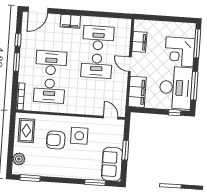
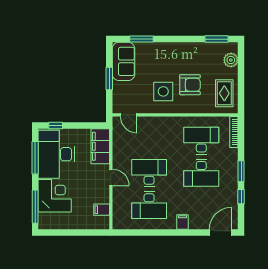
filing cabinet: (70, 21) -> (182, 222), width x0.50
filing cabinet: (139, 42) -> (102, 210), width x0.50

